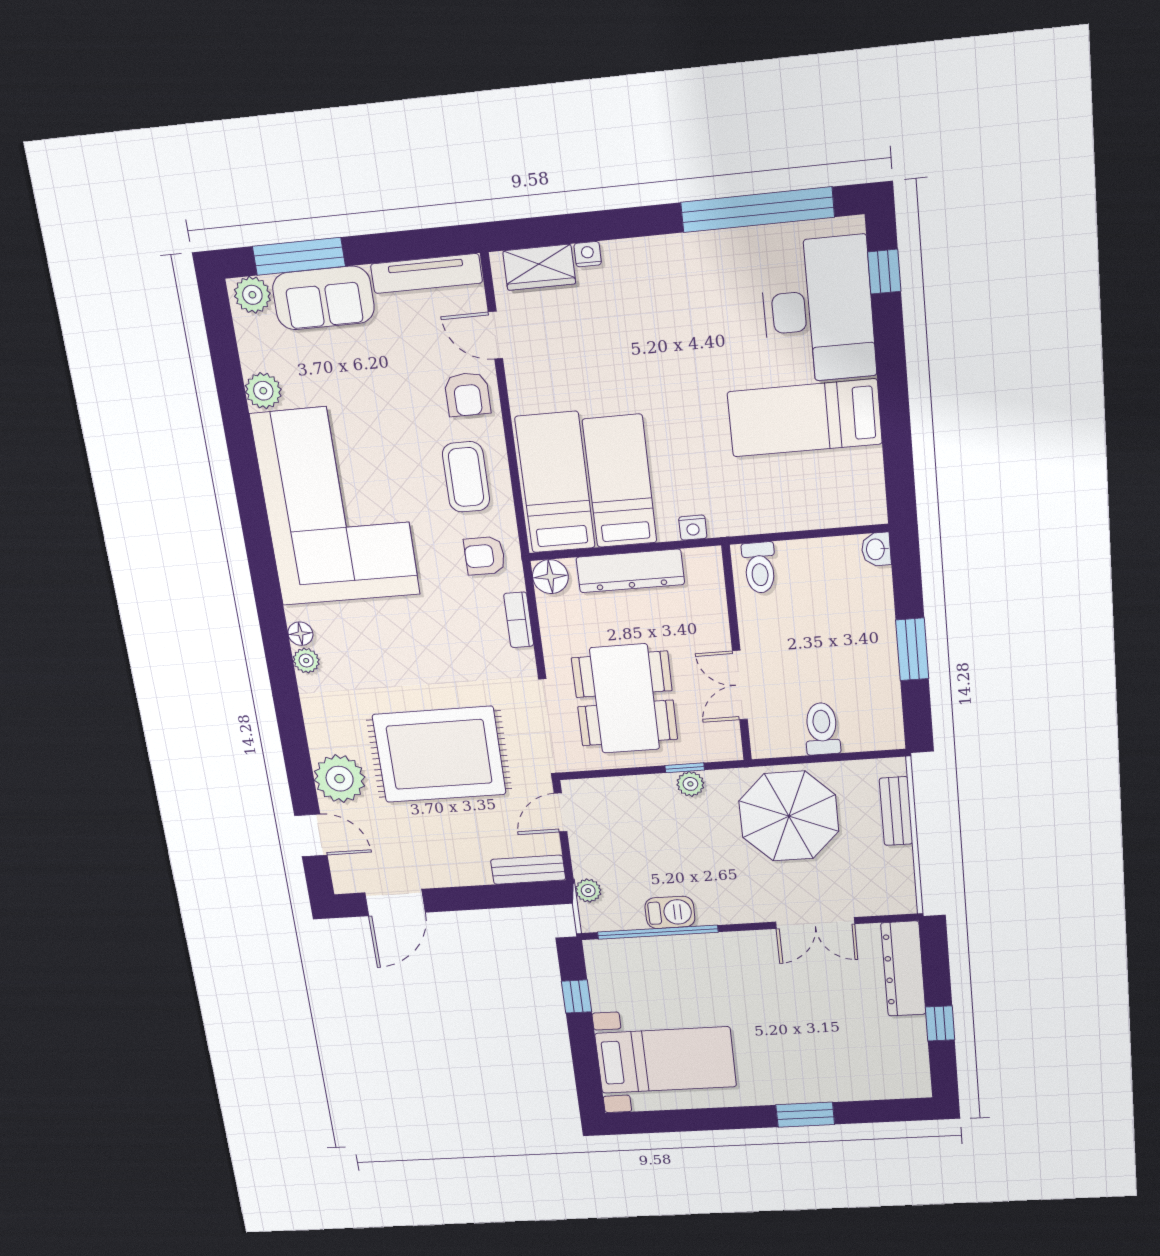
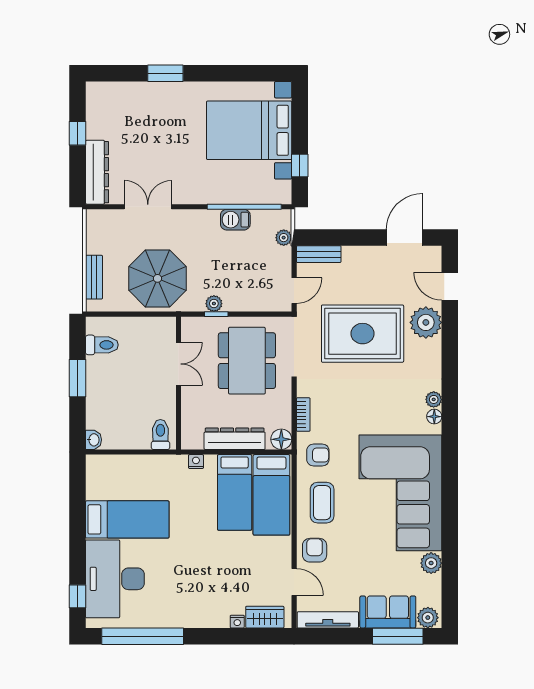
toilet: (822, 729) -> (102, 345), moved, turned -90
bed with nightstands: (666, 1060) -> (249, 130), width x1.36

